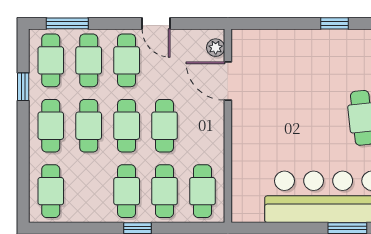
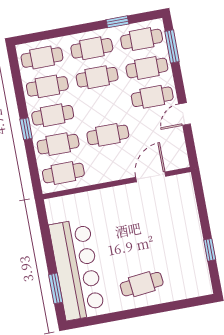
plant: (216, 48) -> (175, 163), removed
cafe table: (127, 126) -> (47, 86), moved

